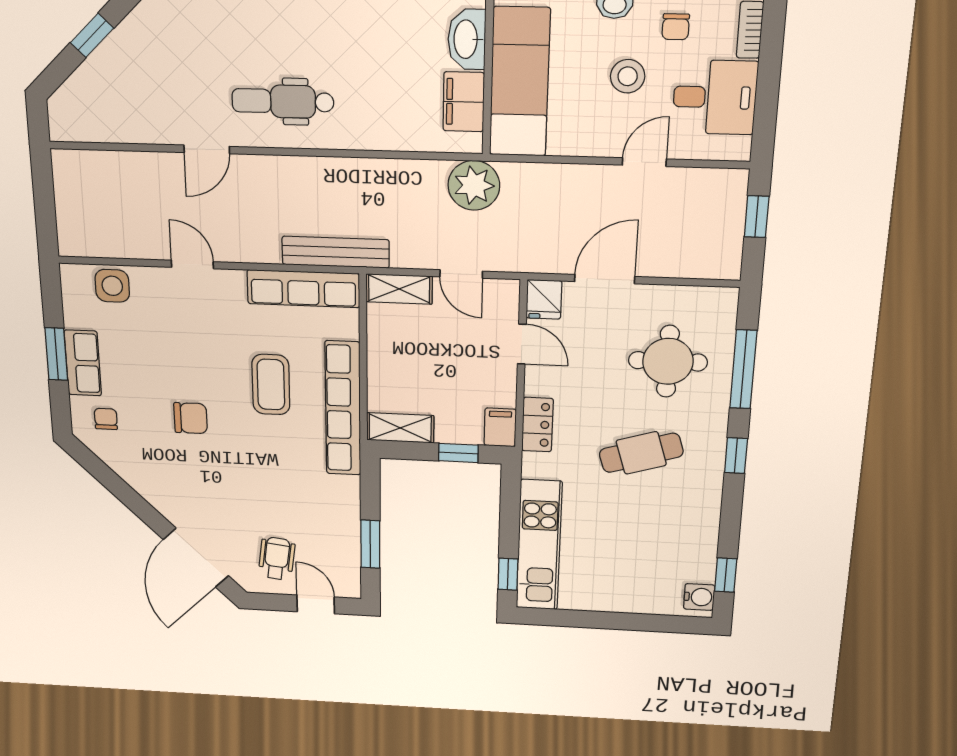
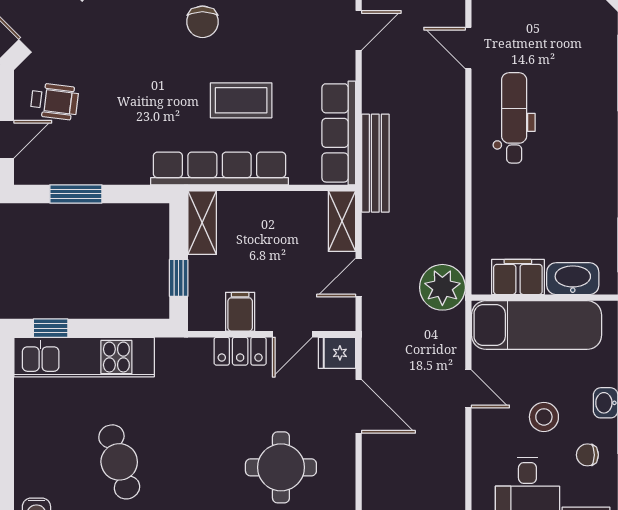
door: (644, 162) -> (468, 389), moved
locker: (537, 425) -> (240, 351), moved
filing cabinet: (500, 427) -> (240, 312), moved, turned -90
cafe table: (641, 453) -> (119, 462), moved

